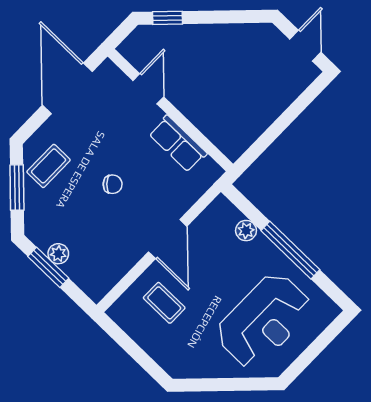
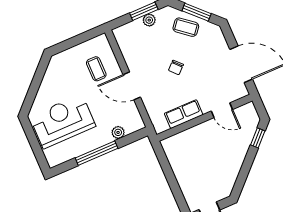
coffee table: (49, 166) -> (186, 27), moved, turned -51
coffee table: (164, 303) -> (96, 69), turned 90
reception desk: (264, 321) -> (63, 121), turned 90

